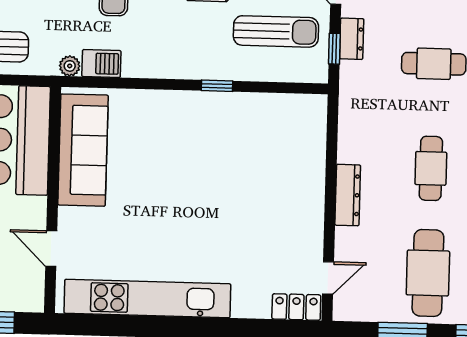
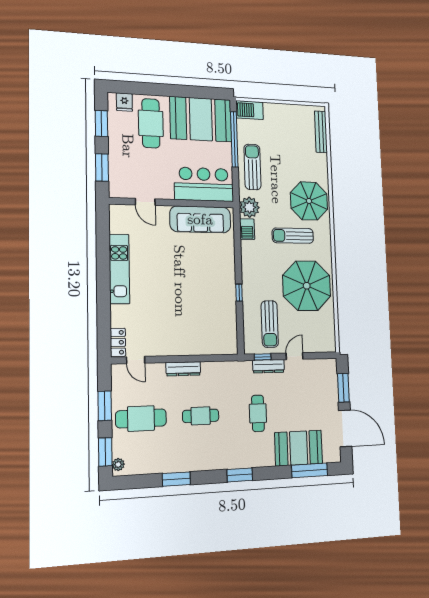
dresser: (352, 39) -> (268, 366), width x1.44
plant: (70, 66) -> (249, 207), width x1.88, depth x1.88
door: (51, 249) -> (145, 202), swing flipped
kitchen unit: (147, 299) -> (119, 269), width x0.73

